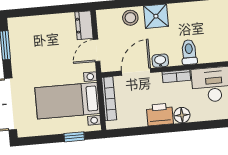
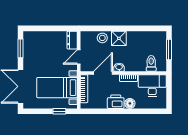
toilet: (189, 52) -> (151, 63), moved

